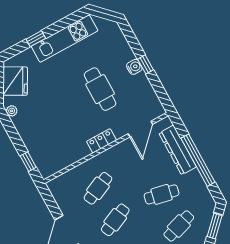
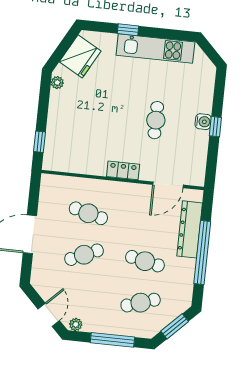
cafe table: (100, 89) -> (156, 120), width x0.73, depth x0.74
cafe table: (98, 188) -> (88, 213), turned 39

